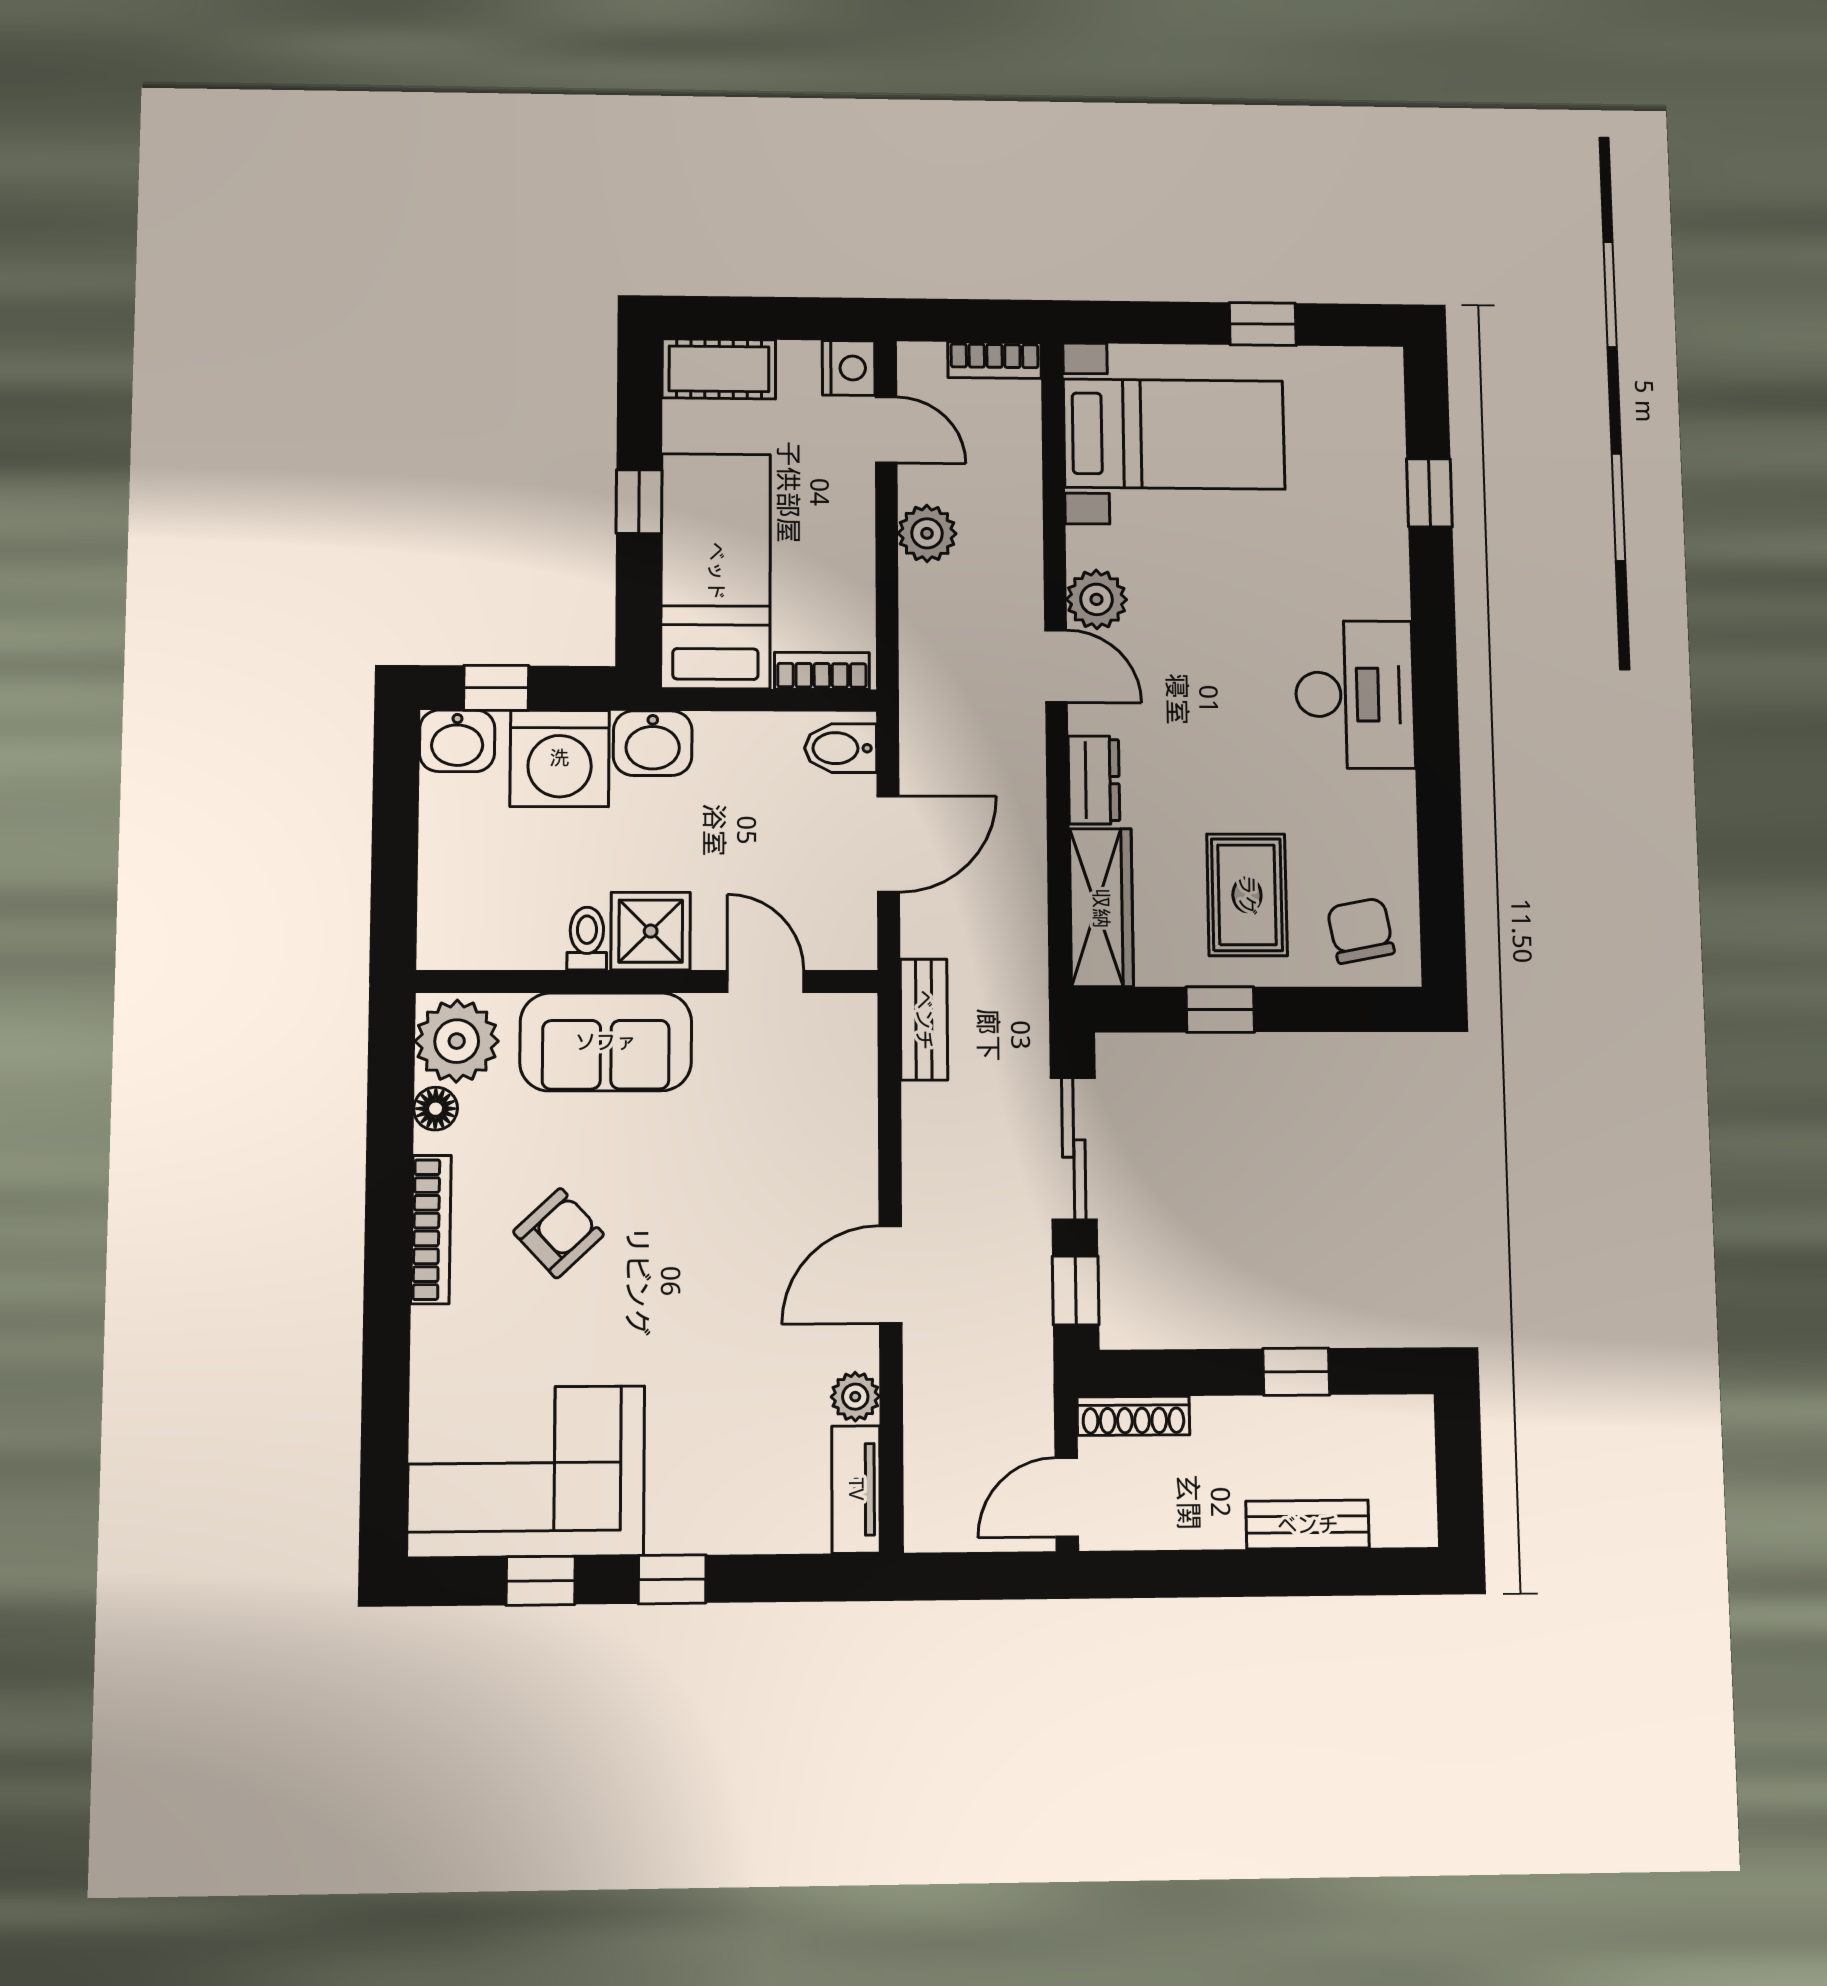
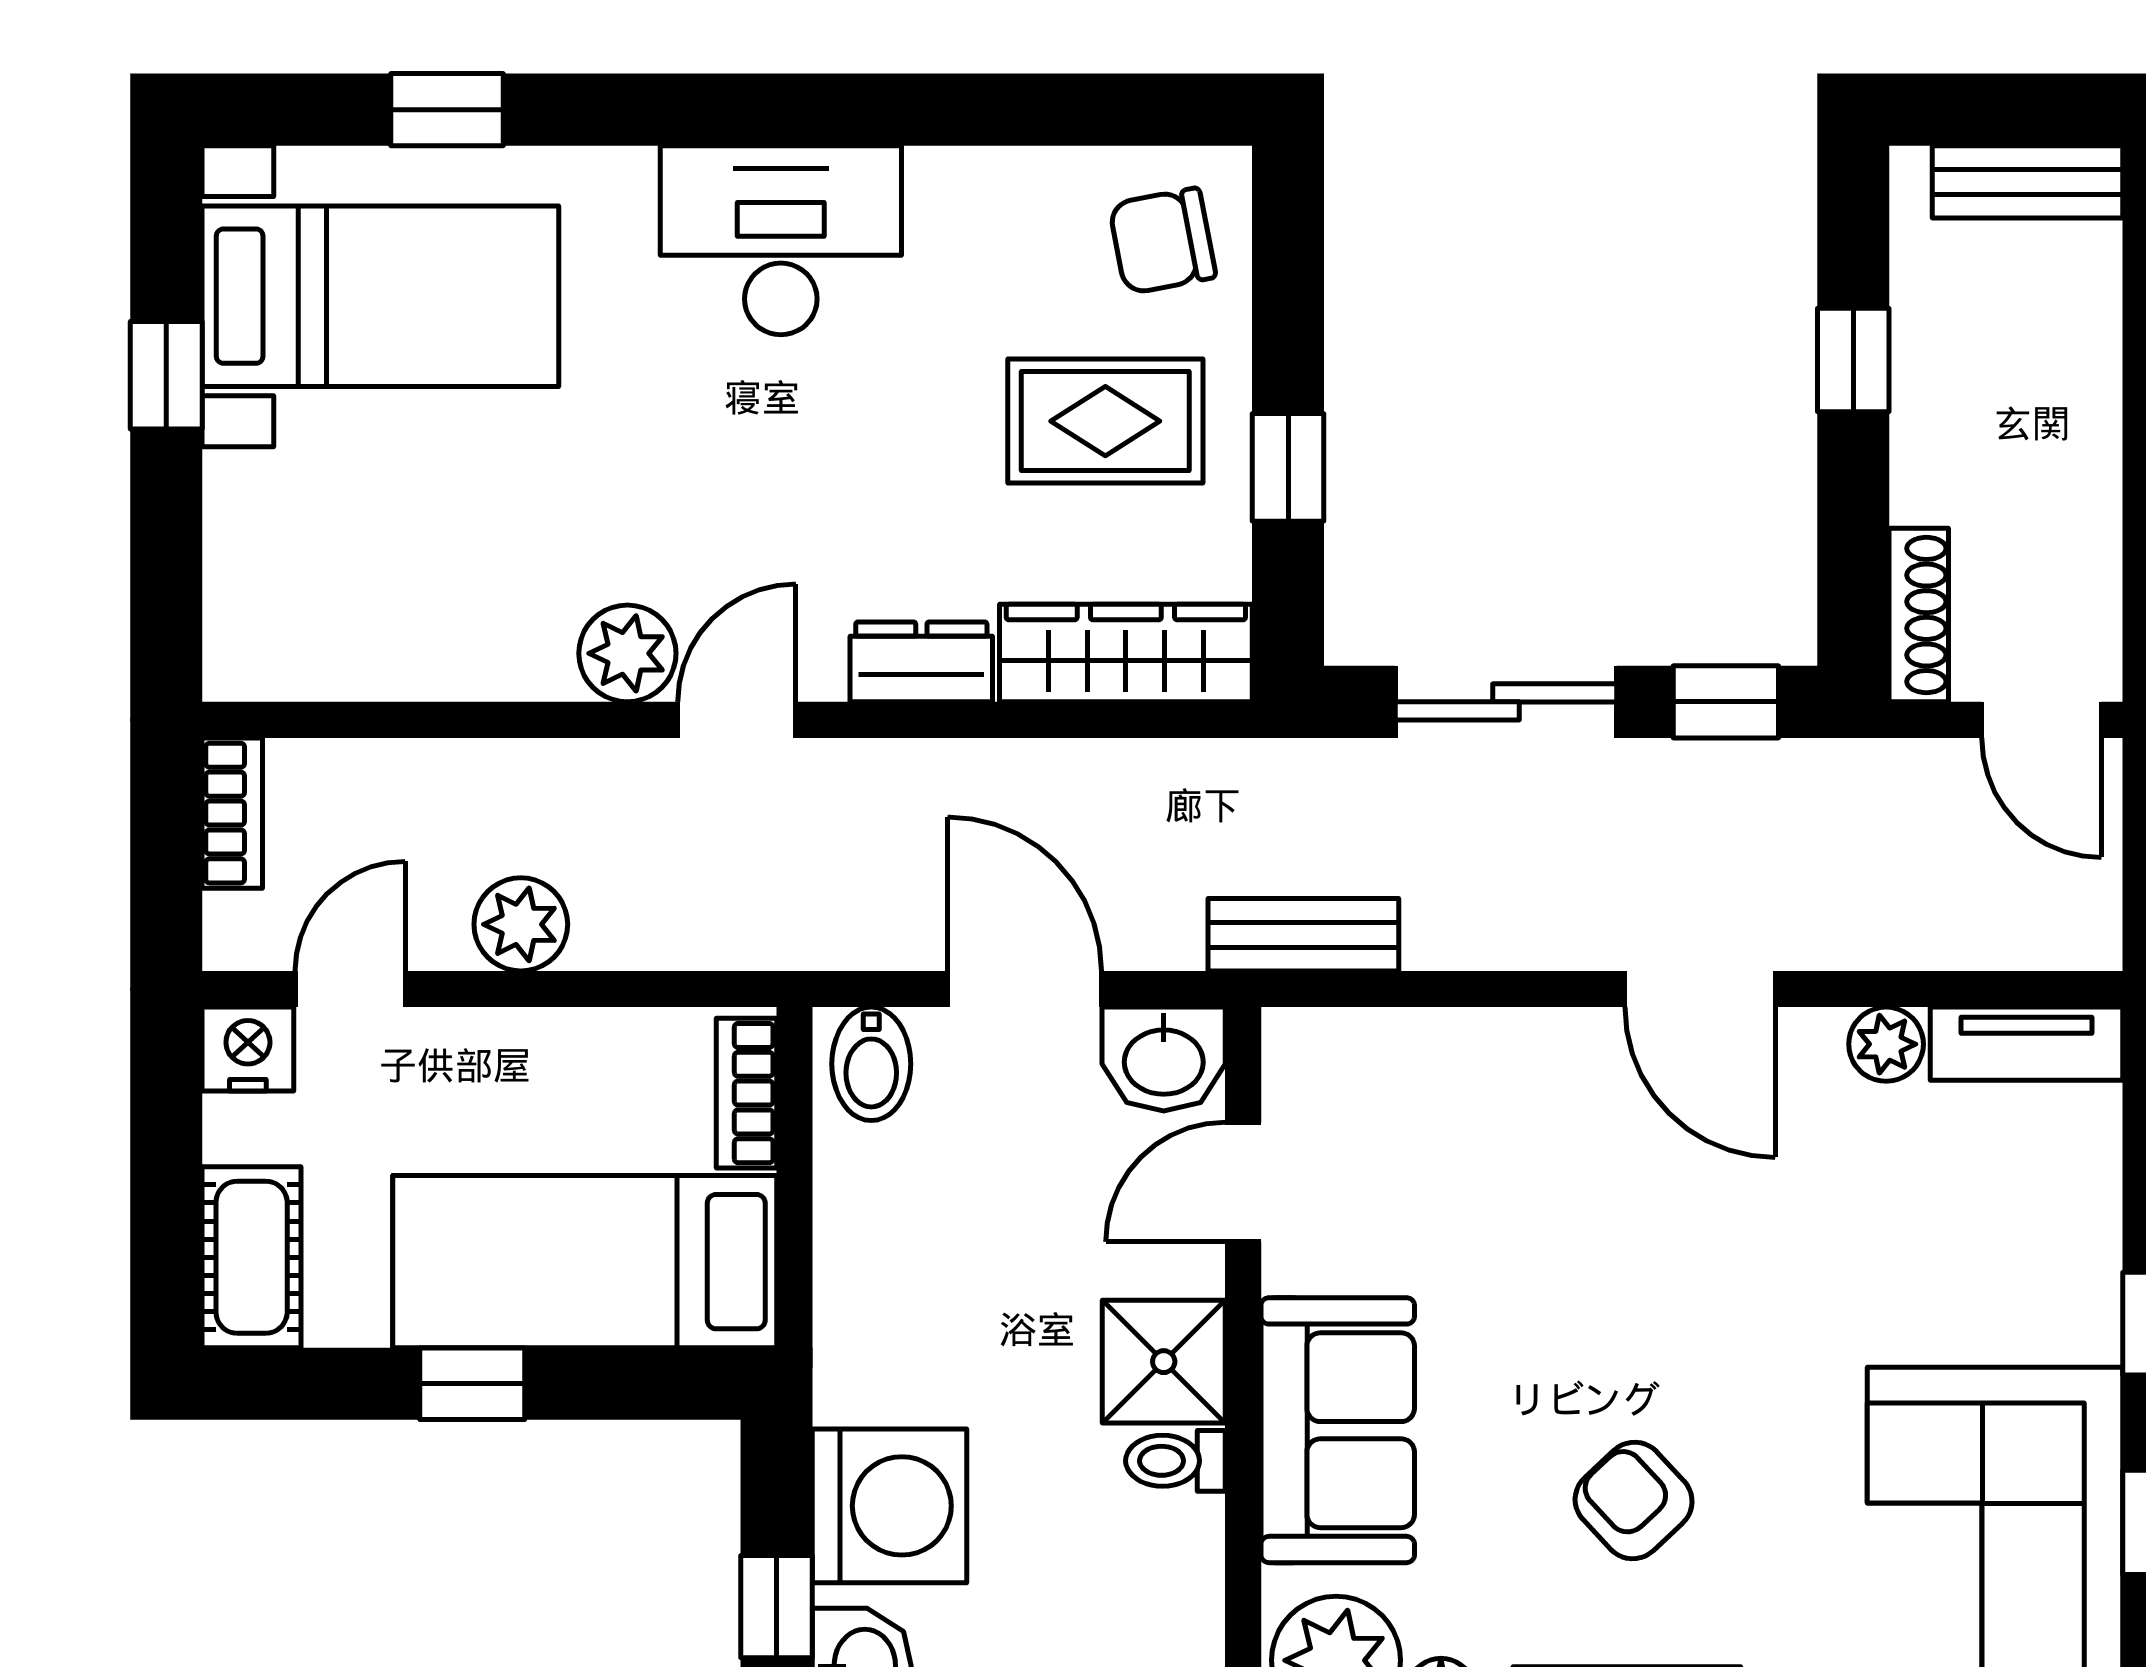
bed with nightstands: (1174, 434) -> (380, 296), moved, turned 90
washbasin: (653, 743) -> (1164, 1059), moved, turned 90
bench: (1308, 1525) -> (2027, 182), moved, turned 90

